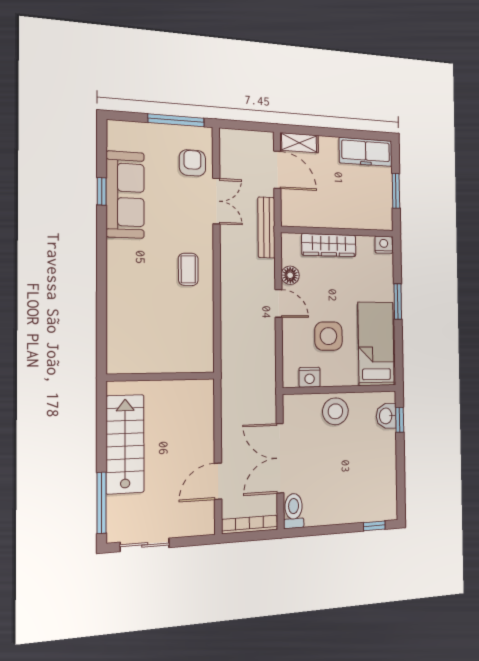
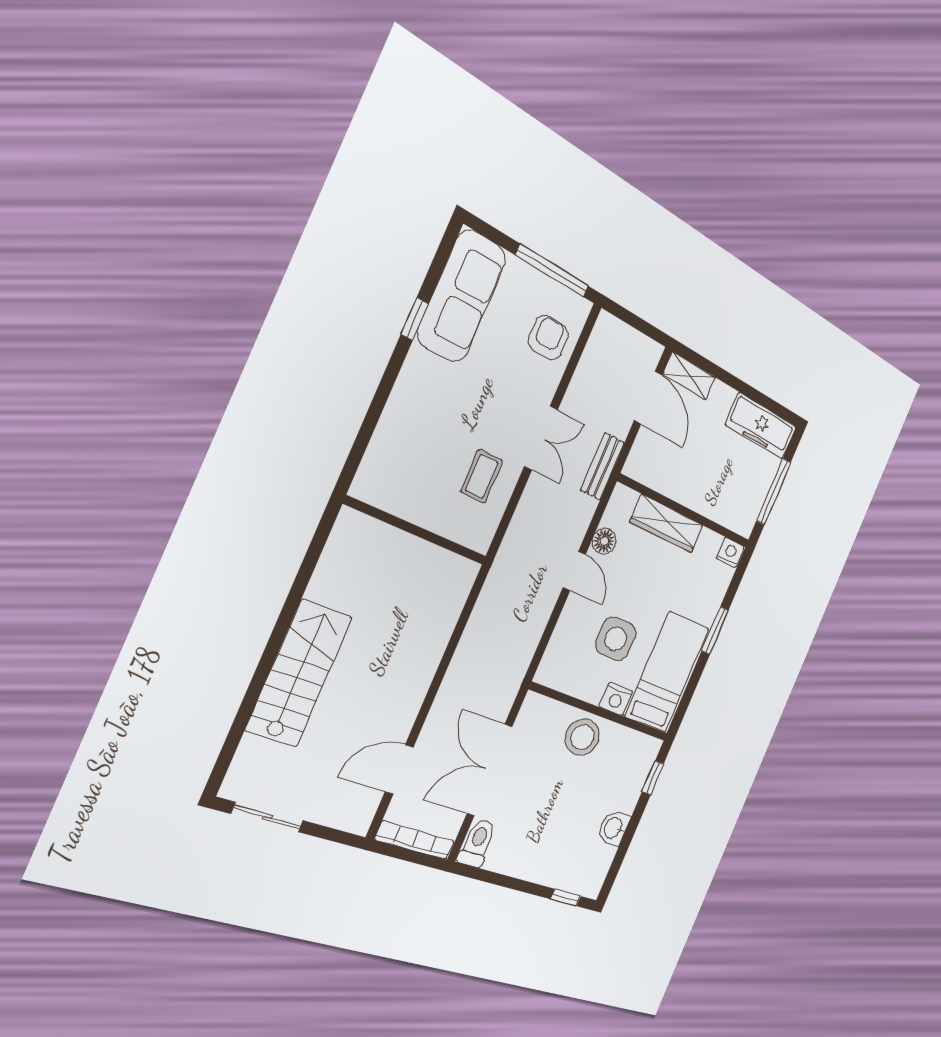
window: (396, 191) -> (774, 492), width x1.44
sofa: (125, 195) -> (462, 296), moved
double door: (216, 201) -> (541, 438), moved
bench: (266, 227) -> (602, 466), width x0.73
wall: (161, 377) -> (417, 531), moved
nightstand: (310, 377) -> (616, 699), moved
washbasin: (386, 416) -> (614, 828), moved
window: (101, 503) -> (233, 740), removed

